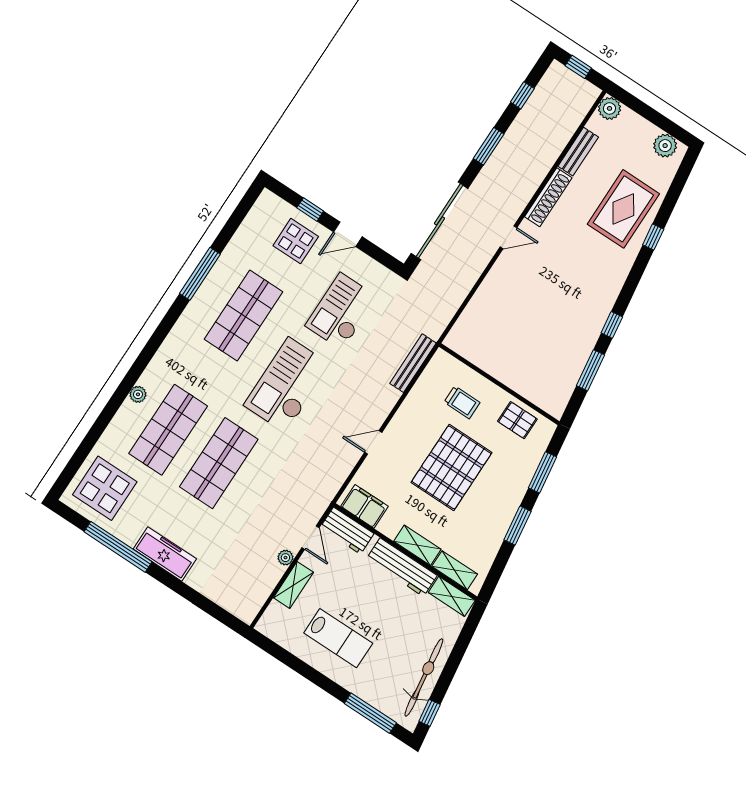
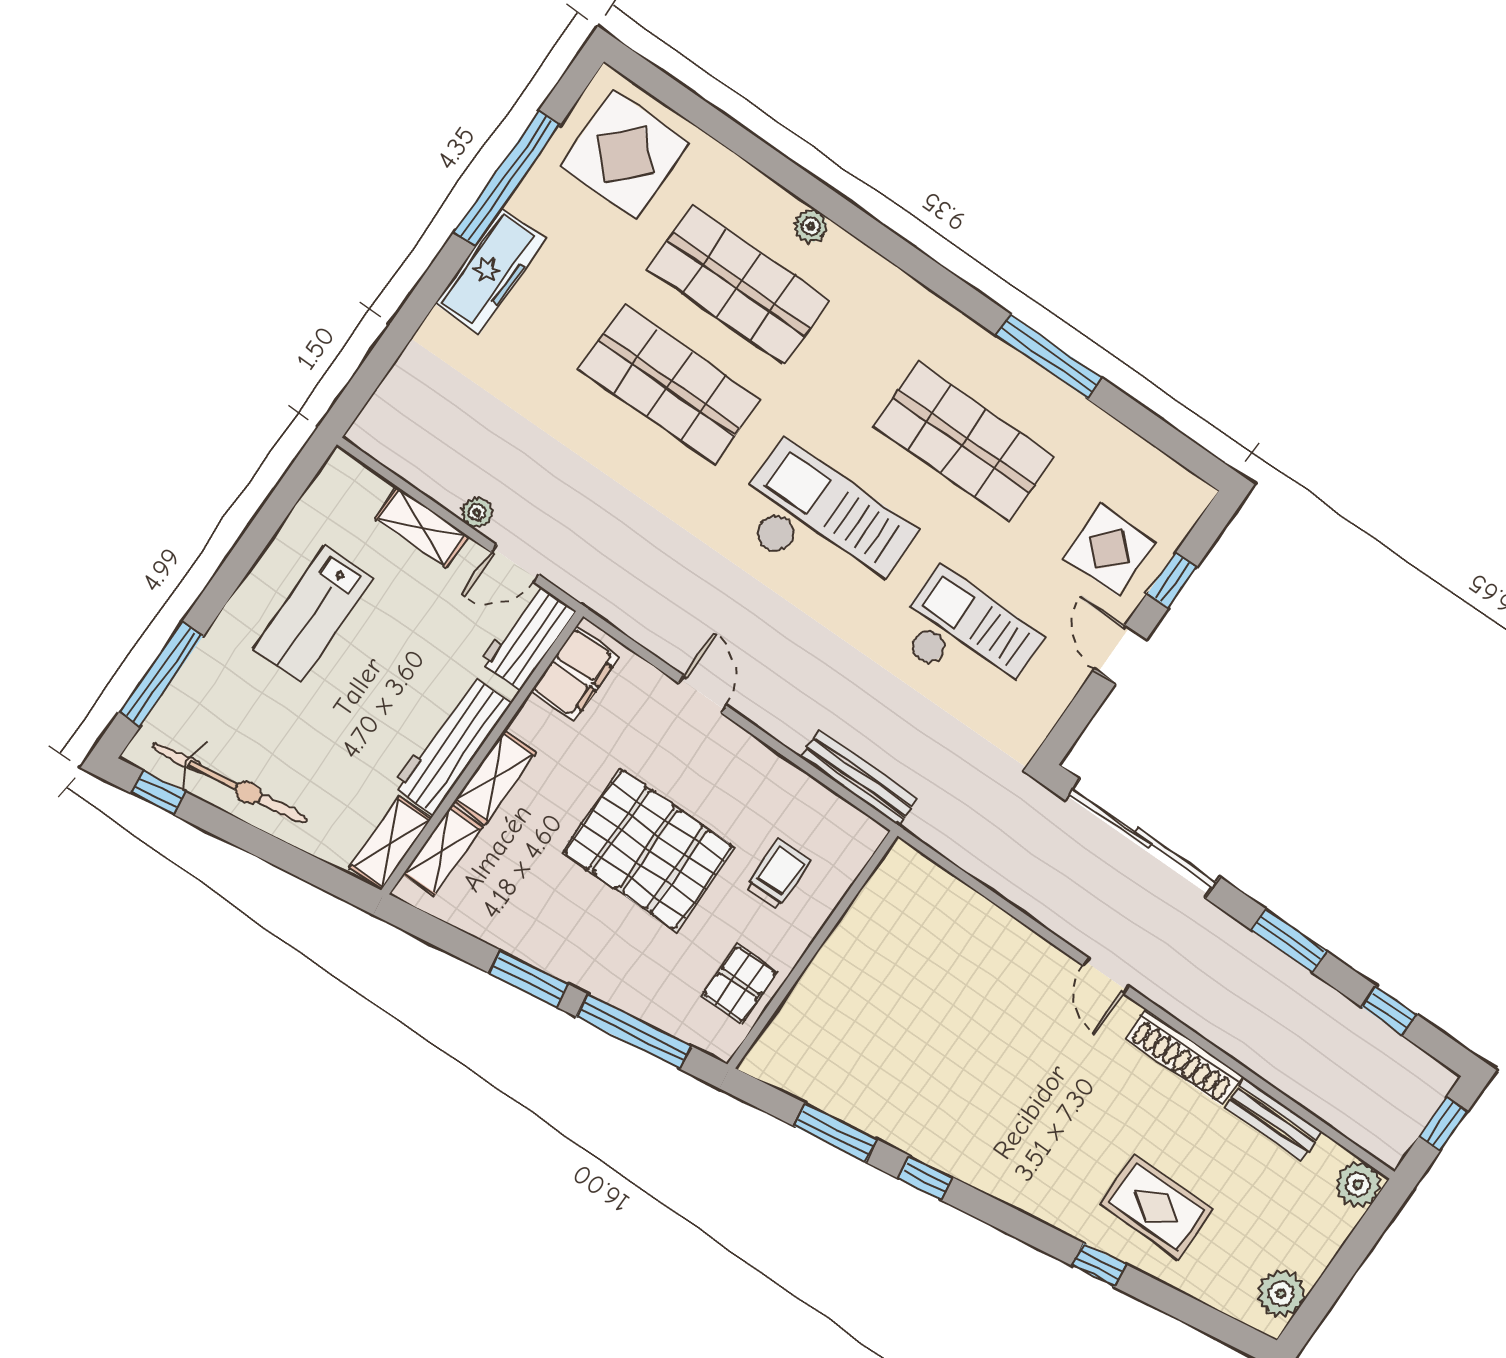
rug: (623, 209) -> (1157, 1207), width x0.73, depth x0.70
trolley: (462, 402) -> (778, 874), turned 180
window: (543, 472) -> (634, 1031), width x1.44

